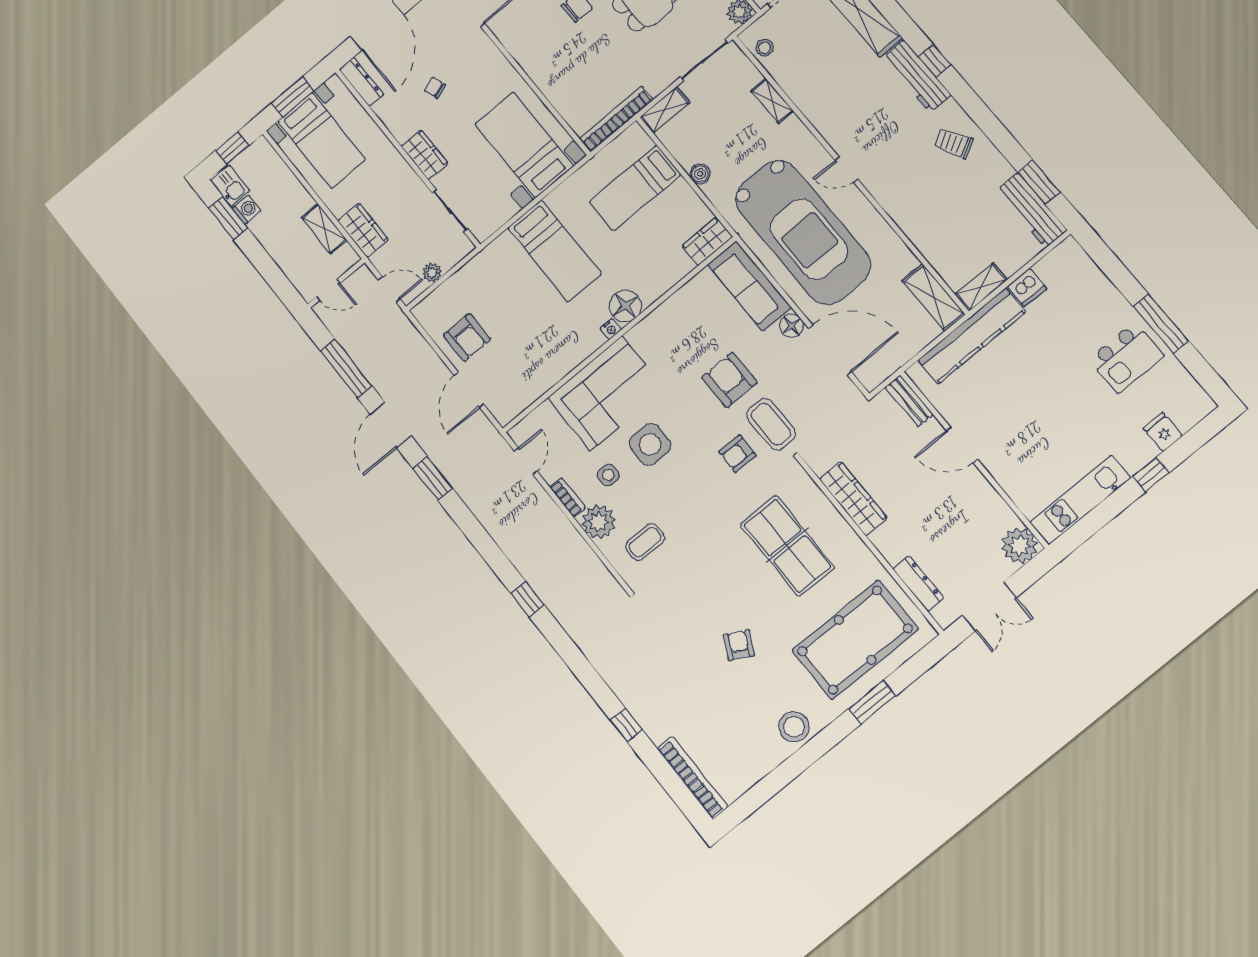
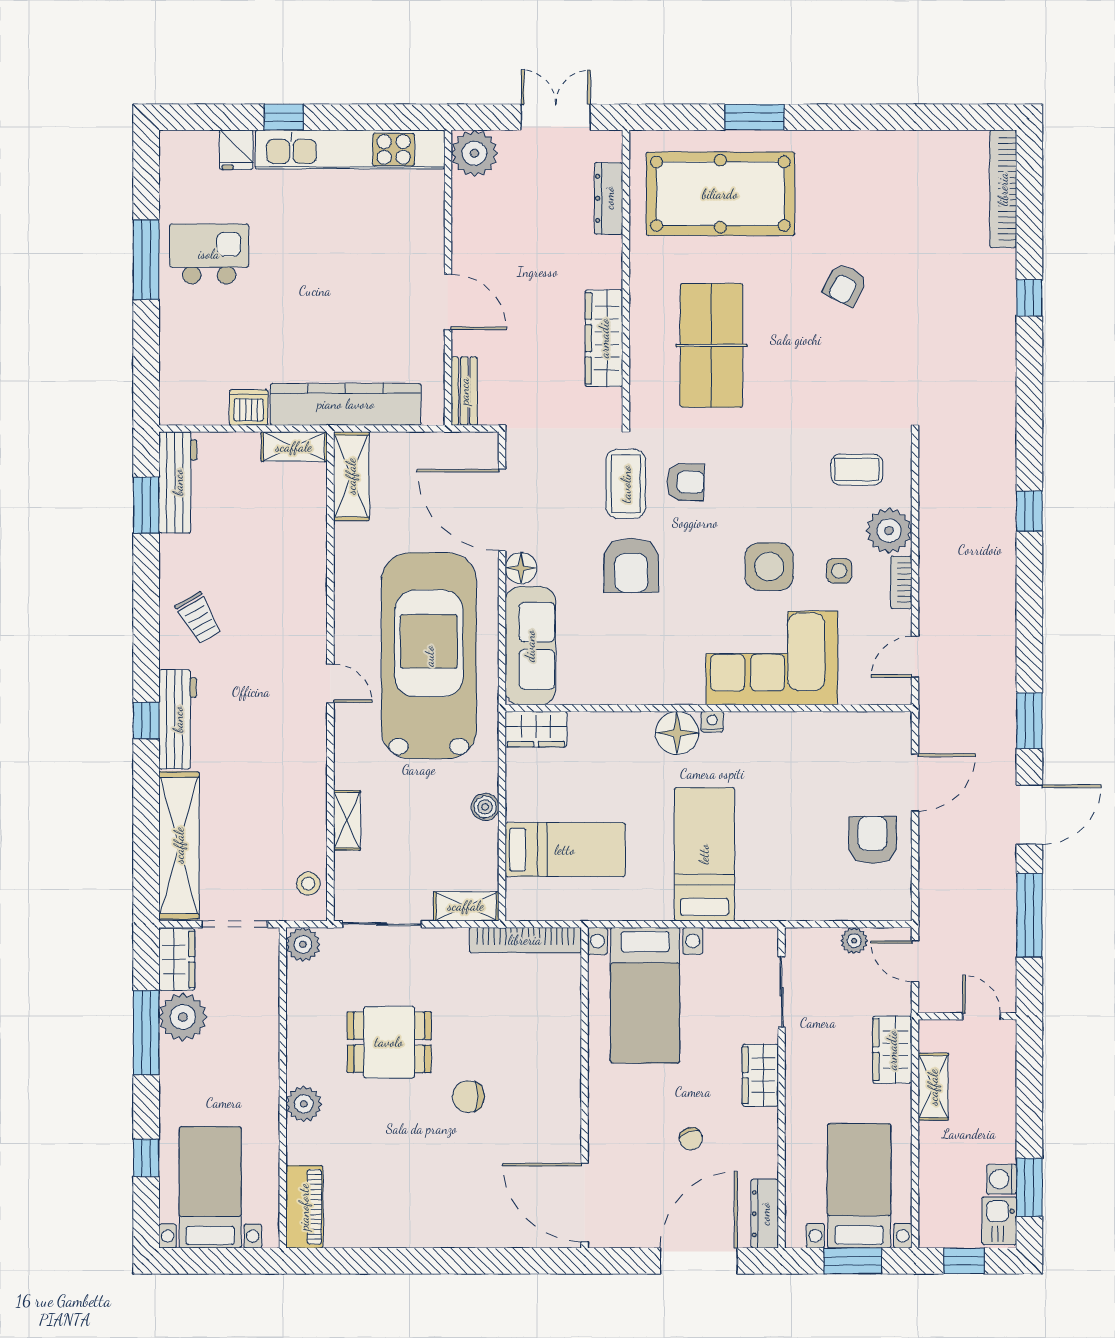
kitchen unit: (1080, 500) -> (350, 149), width x1.36
stool: (794, 727) -> (855, 157), removed

